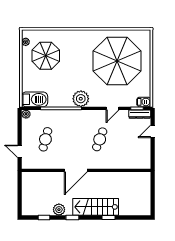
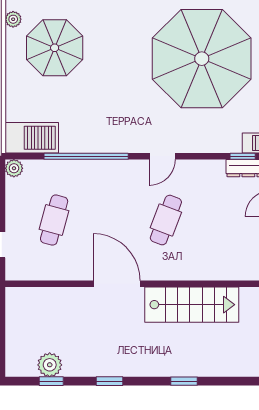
plant: (81, 99) -> (127, 136), removed
door: (112, 108) -> (162, 156), moved
door: (76, 170) -> (117, 284), swing flipped
stairs: (96, 207) -> (192, 305), moved, turned 180
plant: (59, 210) -> (50, 365), moved

